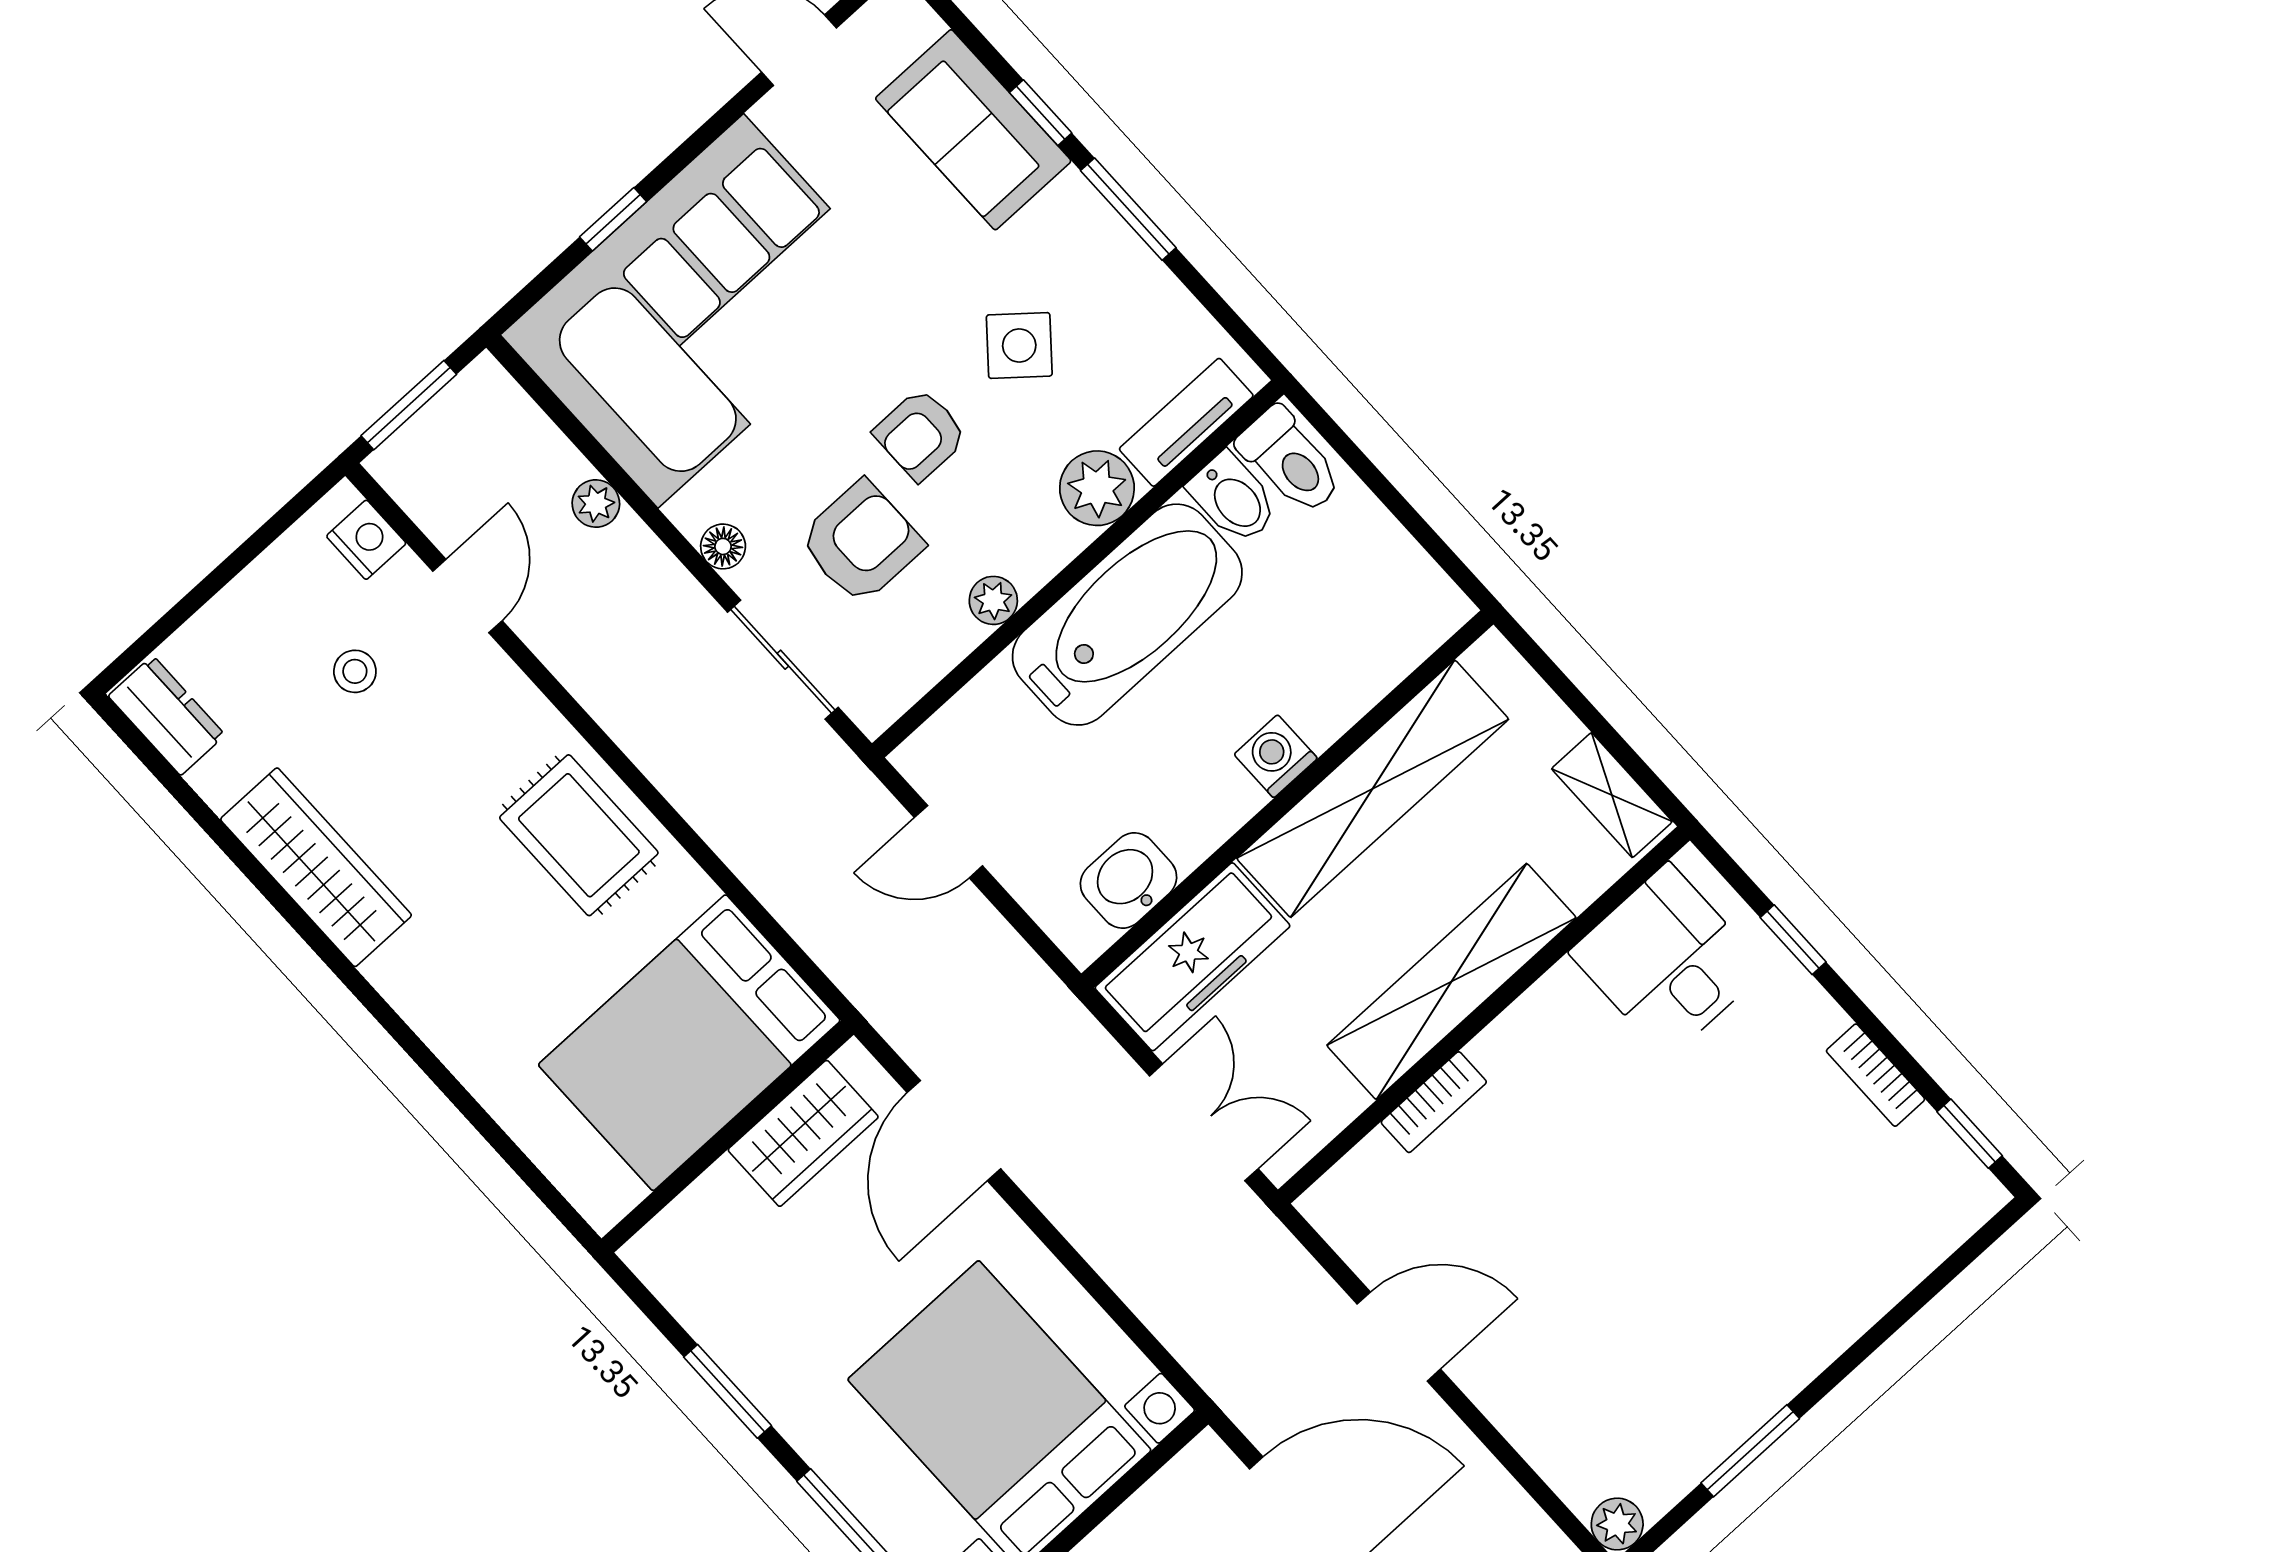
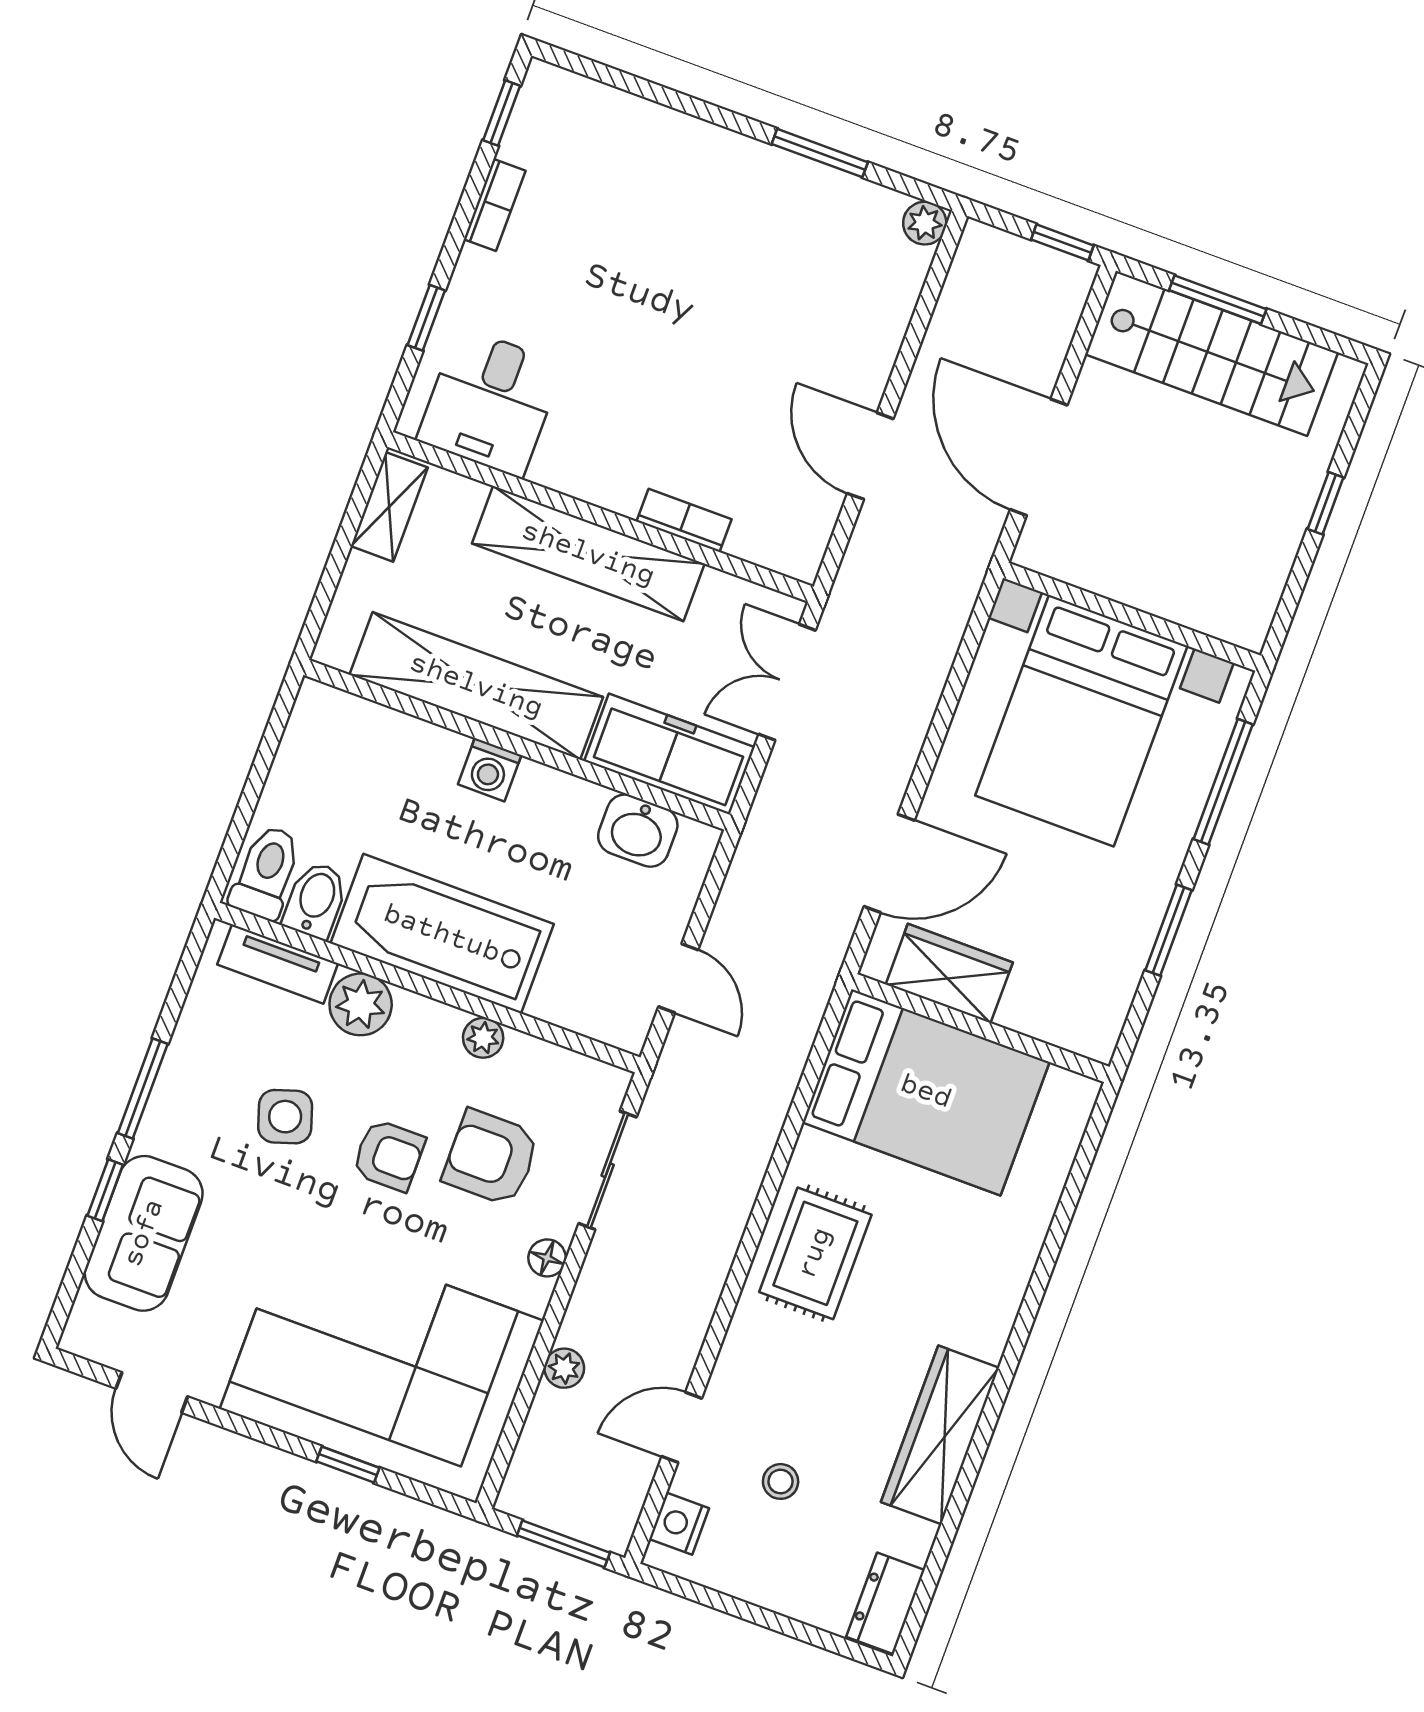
side table: (1019, 345) -> (285, 1117), turned 32

